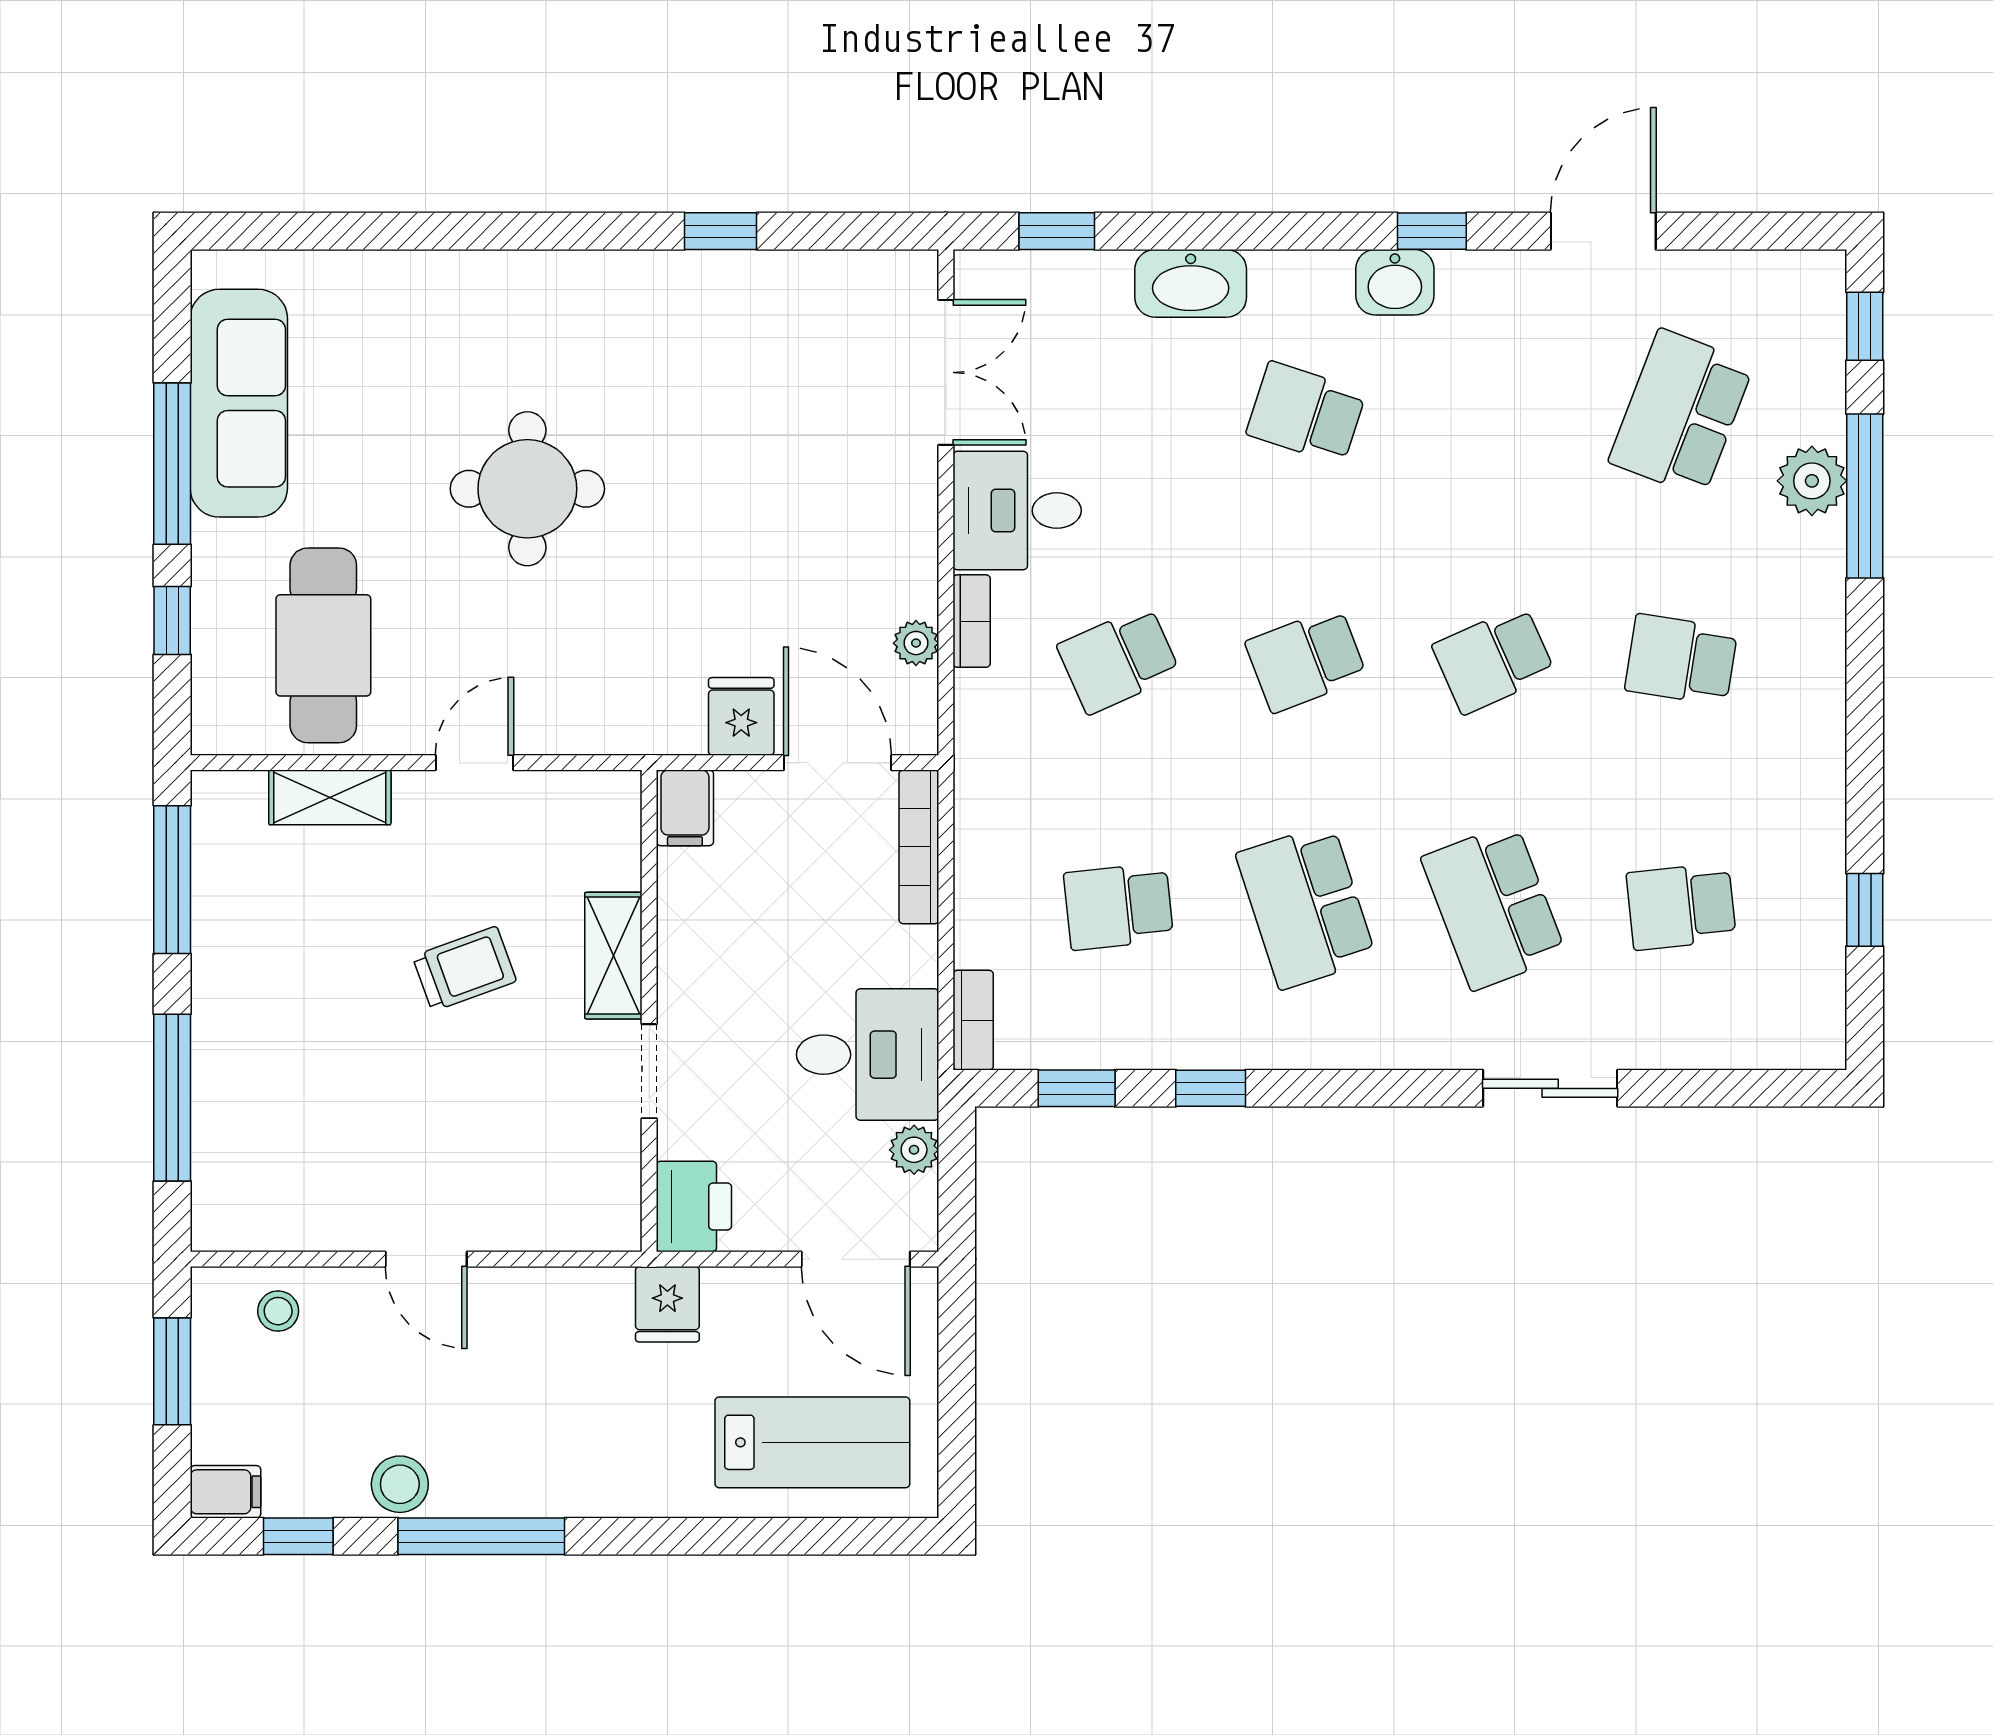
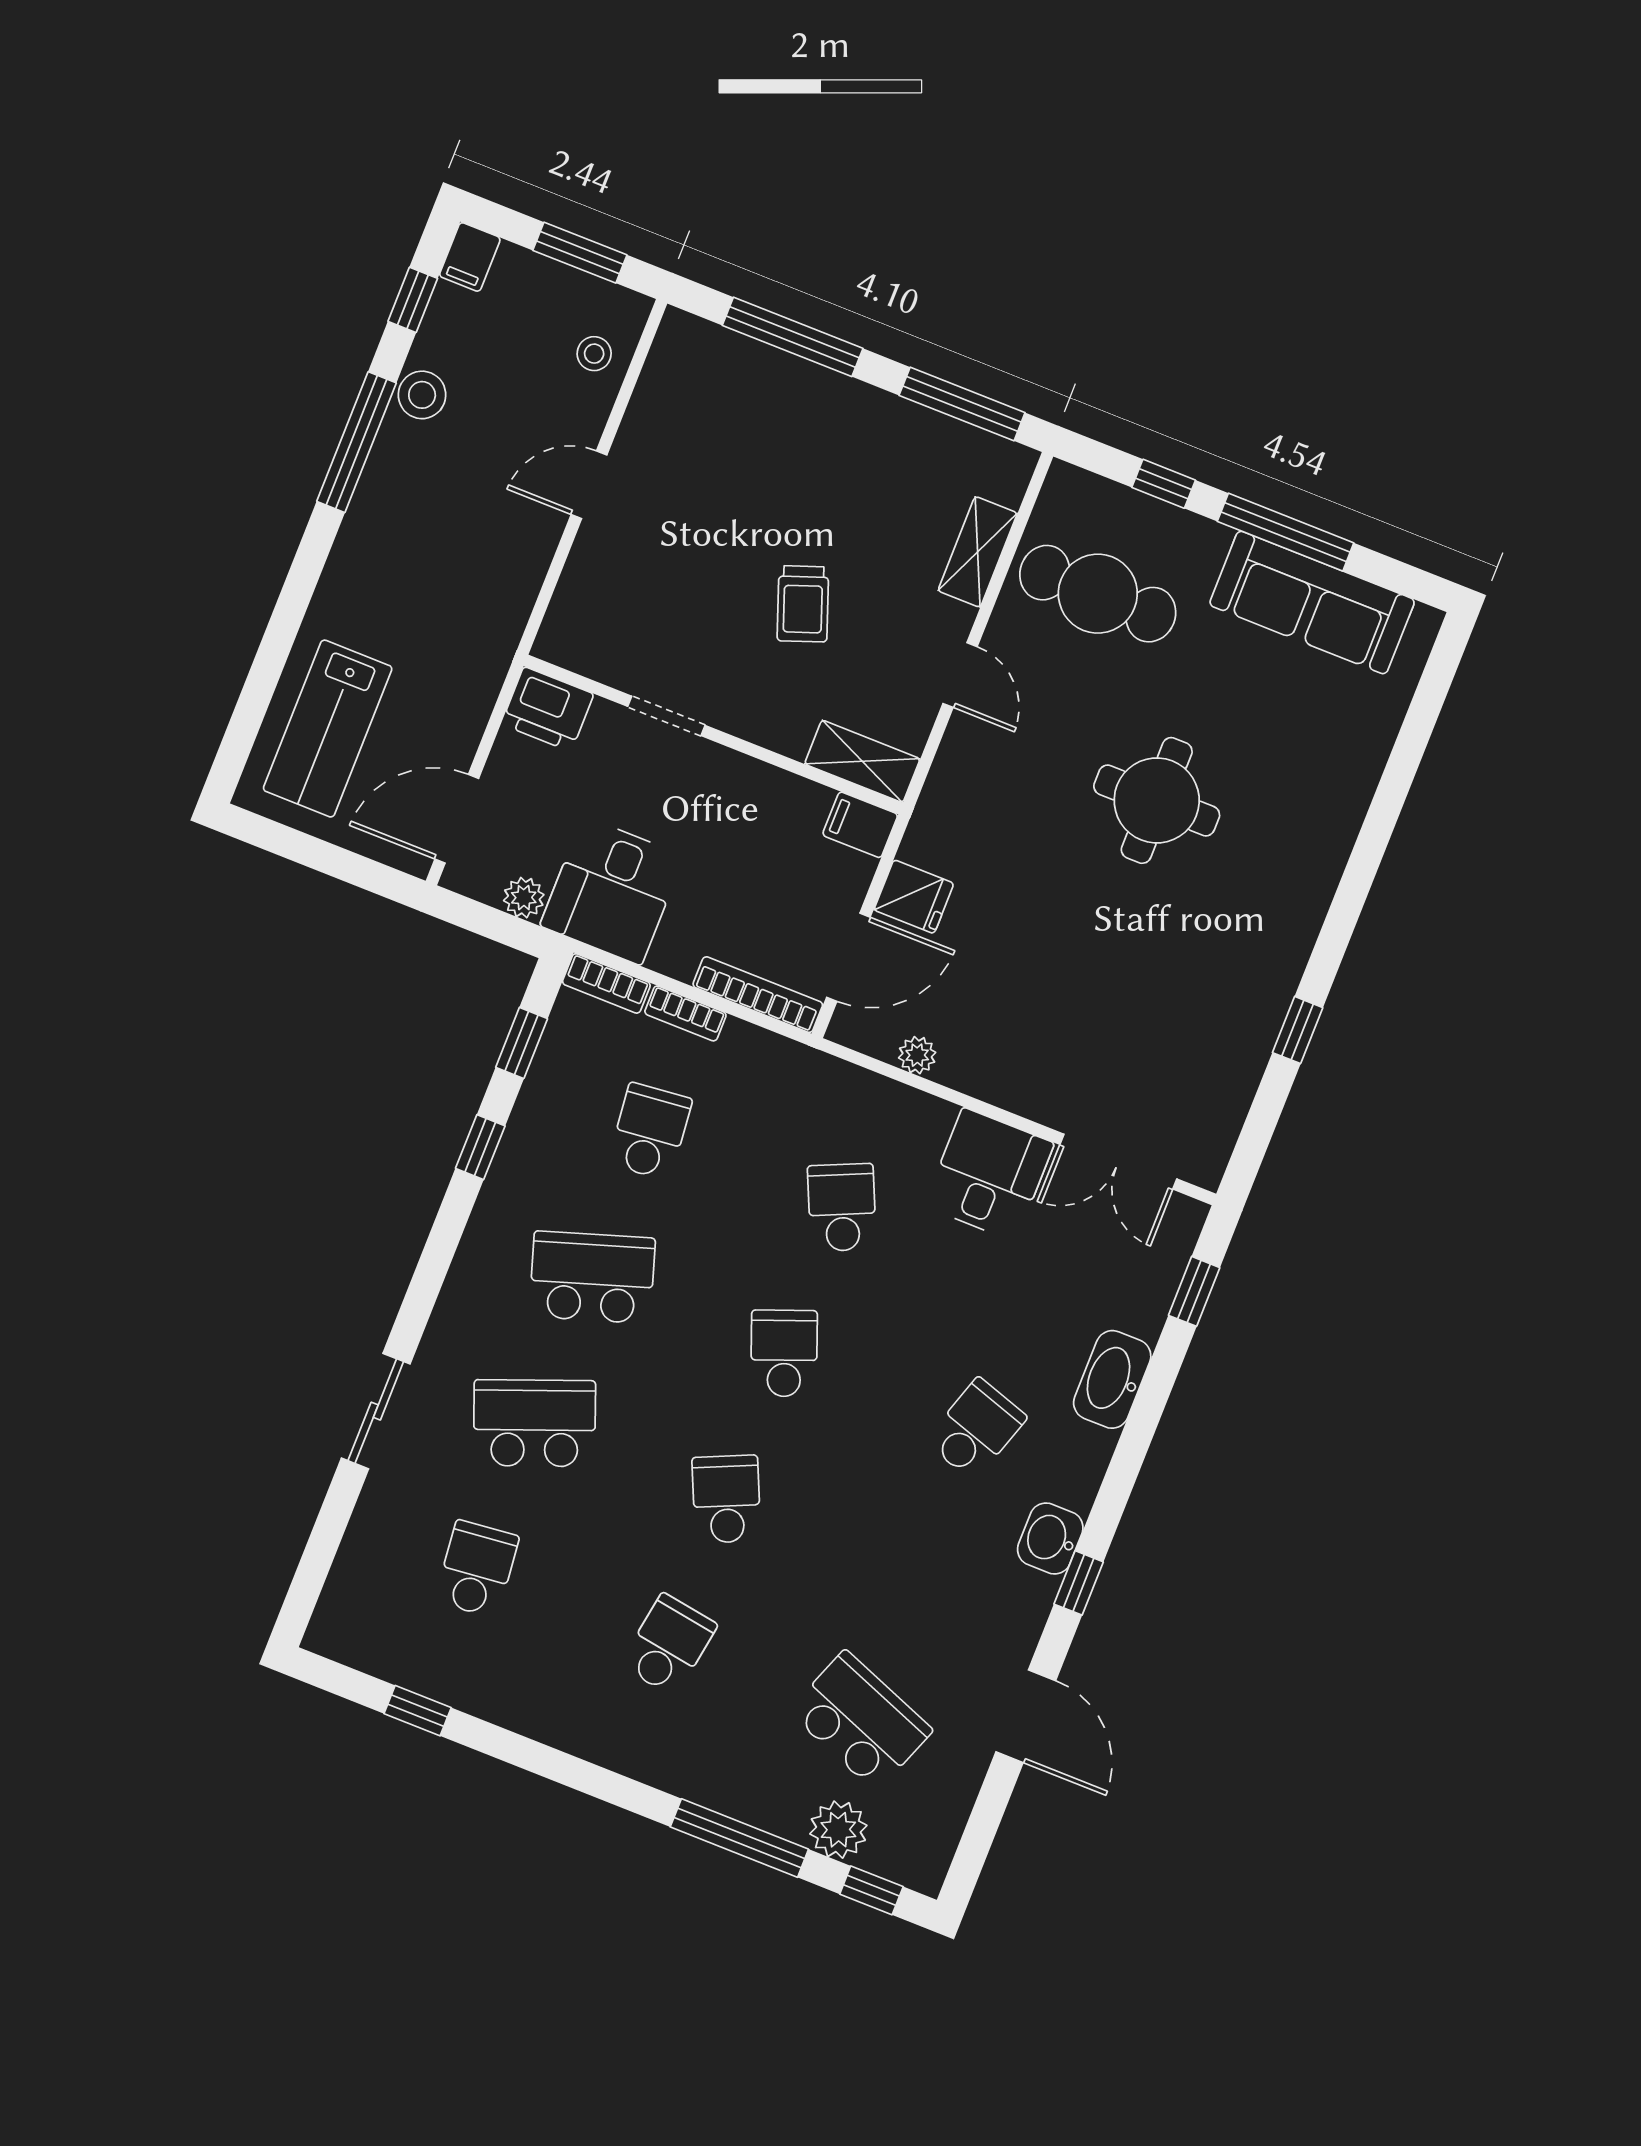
plant: (1812, 481) -> (838, 1830), moved
bookcase: (972, 621) -> (685, 1013), moved
shelving: (613, 956) -> (862, 761), moved
fridge: (667, 1304) -> (480, 658), removed

